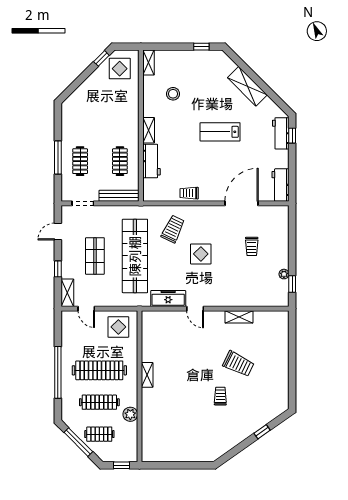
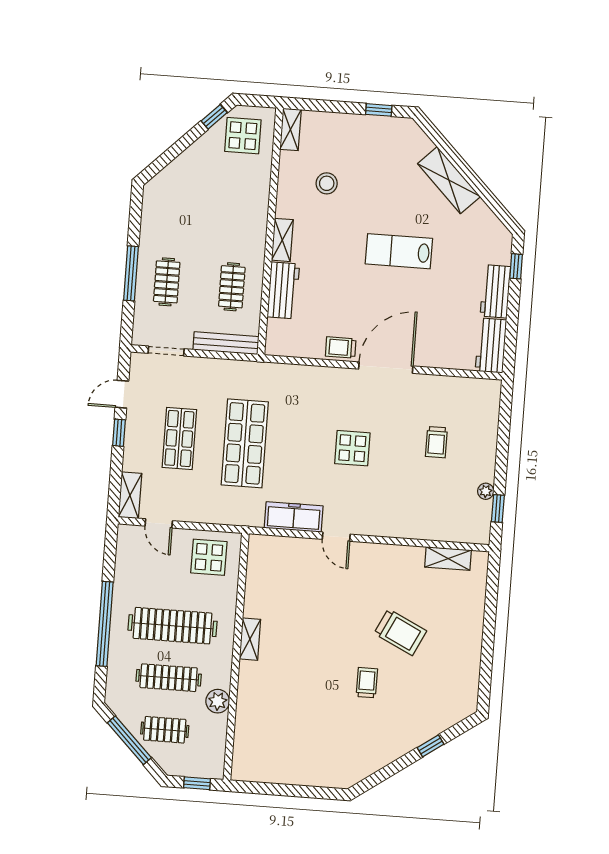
workbench: (281, 133) -> (495, 291), moved
door: (242, 203) -> (386, 368), moved
trolley: (173, 229) -> (310, 404), removed
shop shelf: (135, 256) -> (245, 443), width x0.71
window: (58, 269) -> (119, 433), moved
shelving: (239, 317) -> (448, 559), moved

